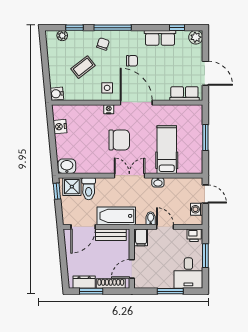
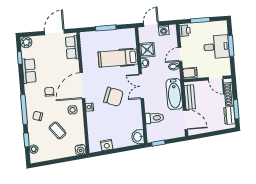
chair: (119, 140) -> (113, 97), turned 111
shower: (72, 187) -> (147, 50), moved
desk: (188, 273) -> (216, 47), moved

